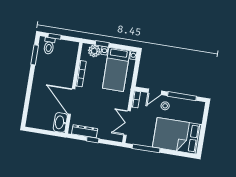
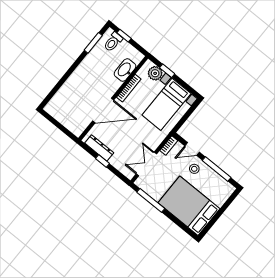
door: (71, 101) -> (103, 110), swing flipped
washbasin: (60, 122) -> (125, 70), moved

